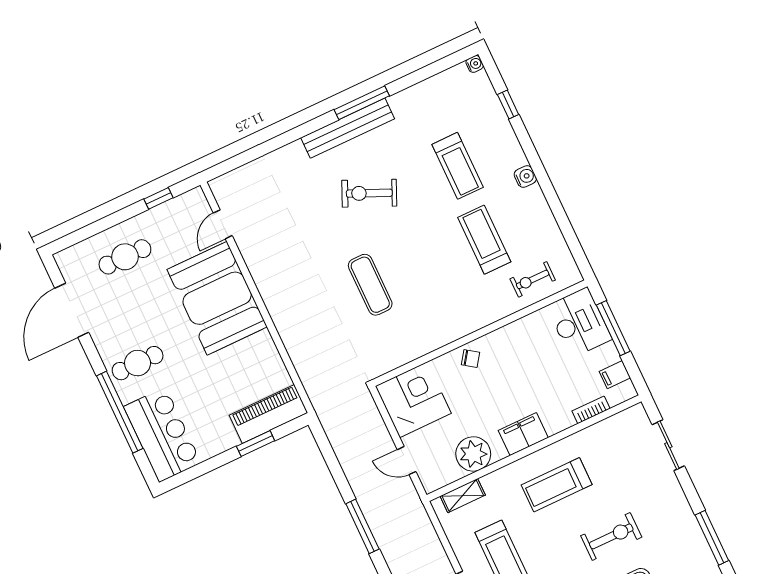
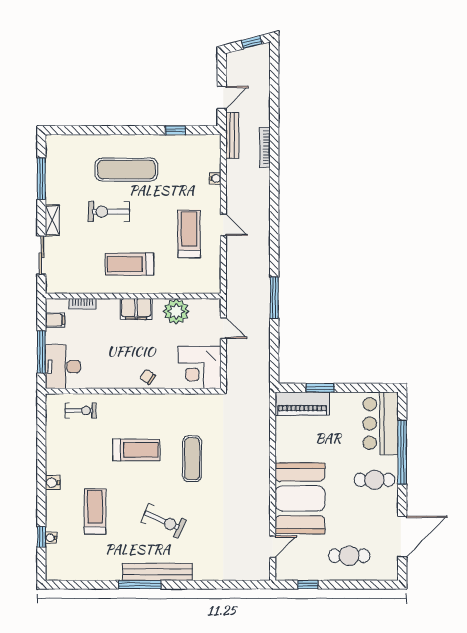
water cooler: (475, 64) -> (51, 538), moved
treadmill: (484, 240) -> (136, 450), moved, turned -90
treadmill: (557, 485) -> (130, 264), turned 180
shelving: (463, 496) -> (52, 220), moved, turned 90

